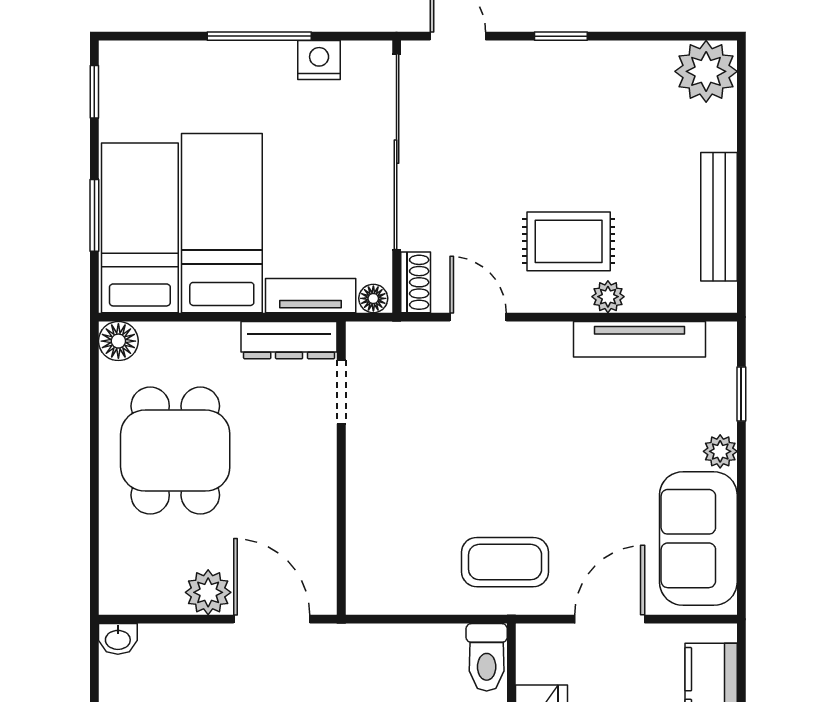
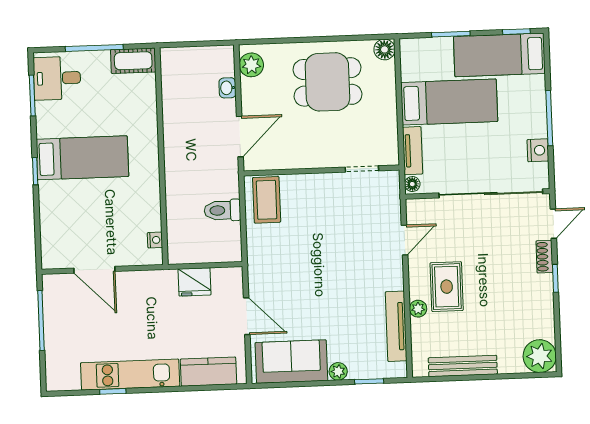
bed: (140, 228) -> (499, 55), moved, turned 180
shoe rack: (416, 282) -> (544, 257), moved, turned 90
dresser: (289, 340) -> (388, 140), removed
coffee table: (505, 562) -> (267, 200), moved
plant: (208, 592) -> (251, 65), moved
washbasin: (118, 639) -> (227, 88), moved
toilet: (487, 657) -> (222, 210), moved

